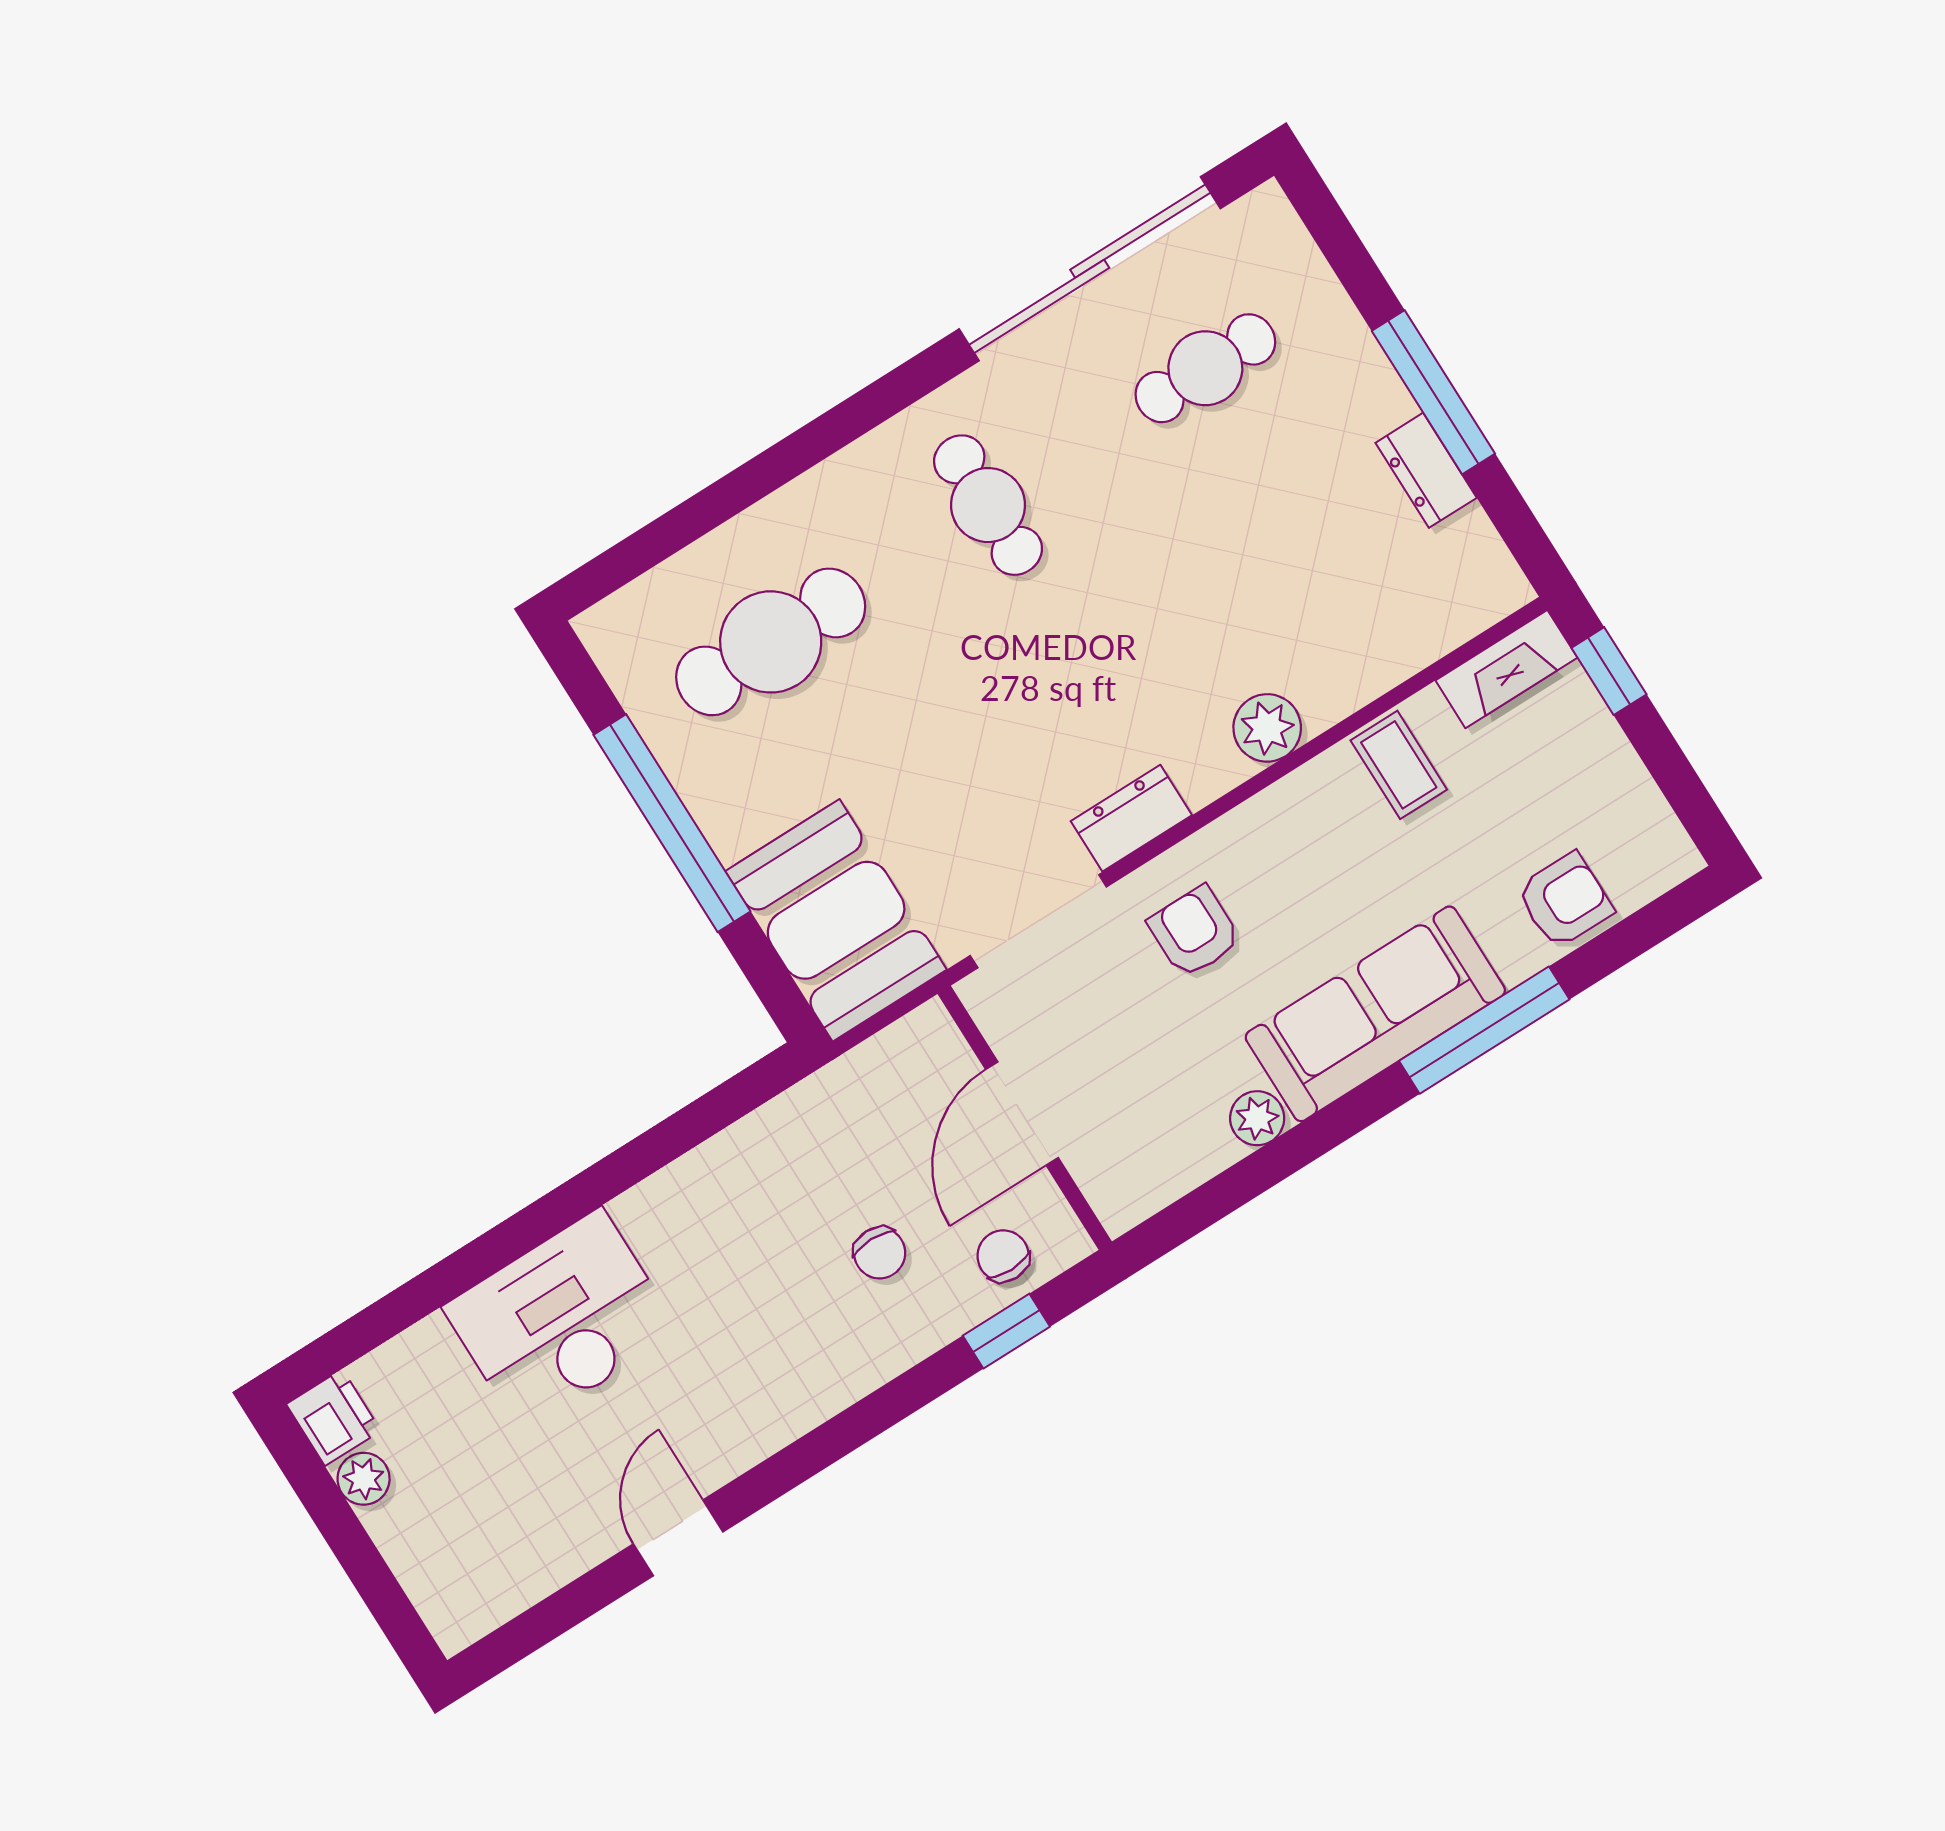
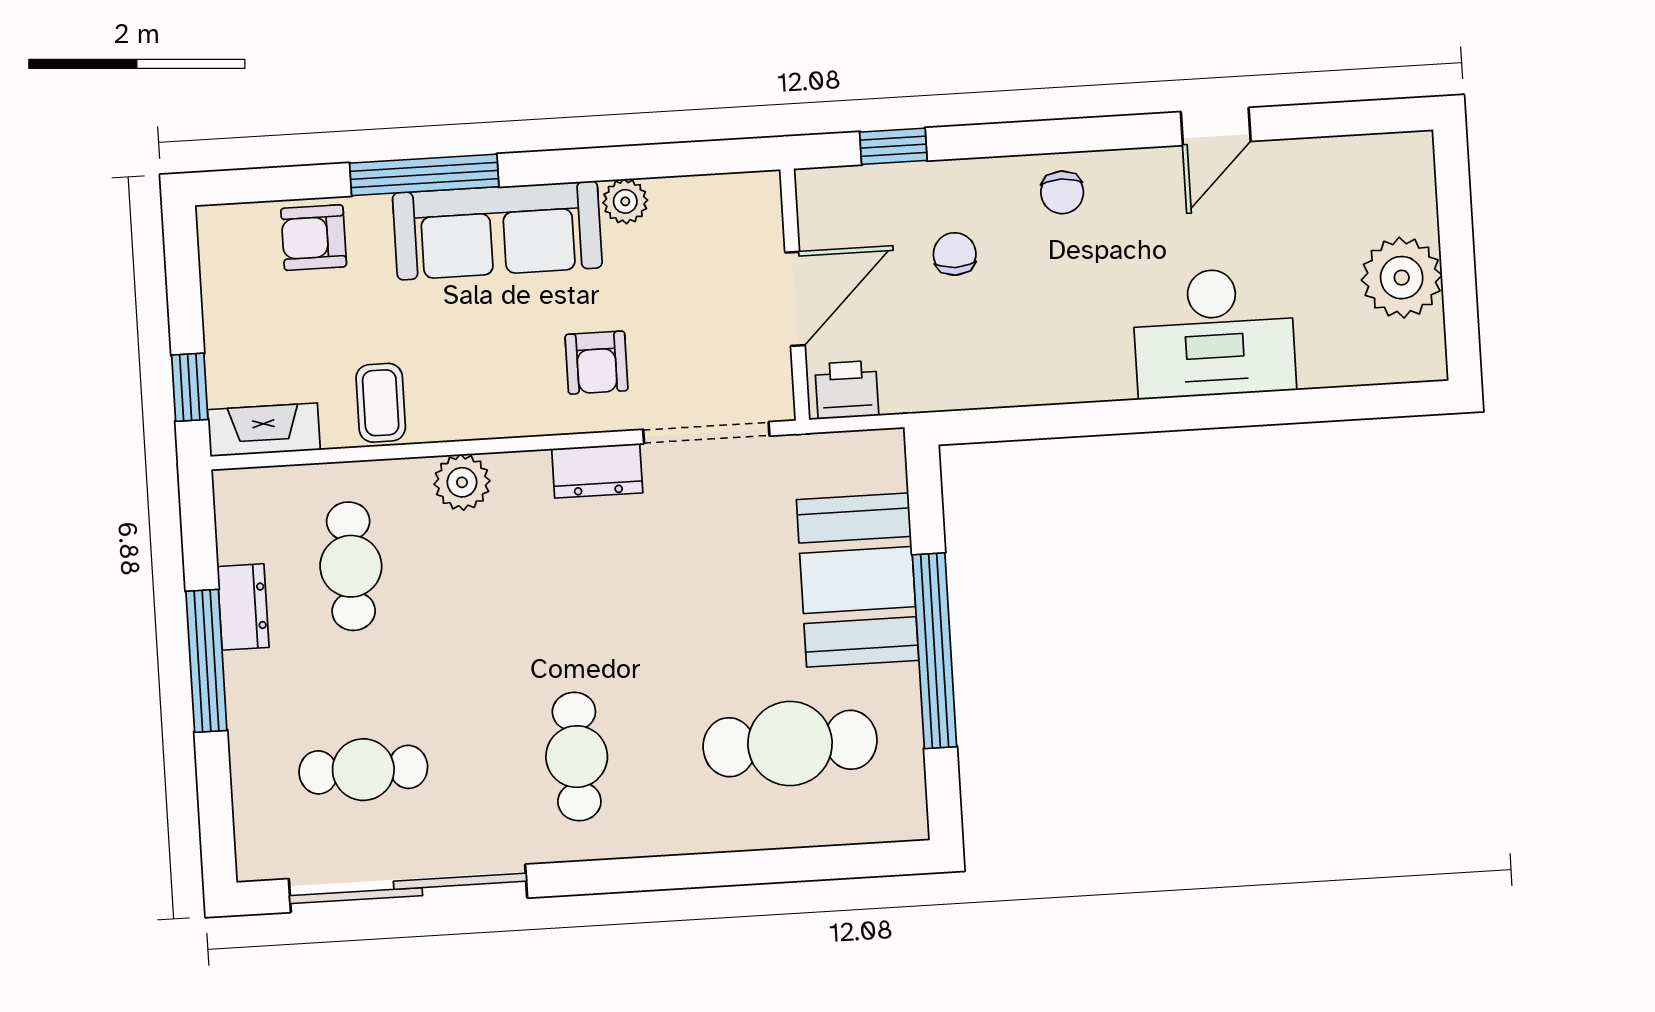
cafe table: (1336, 575) -> (351, 566), added
booth: (836, 920) -> (858, 580), moved
chair: (1003, 1256) -> (1062, 192), moved
printer: (334, 1417) -> (847, 390), moved, turned 90
plant: (364, 1479) -> (1402, 278), width x1.88, depth x1.88

